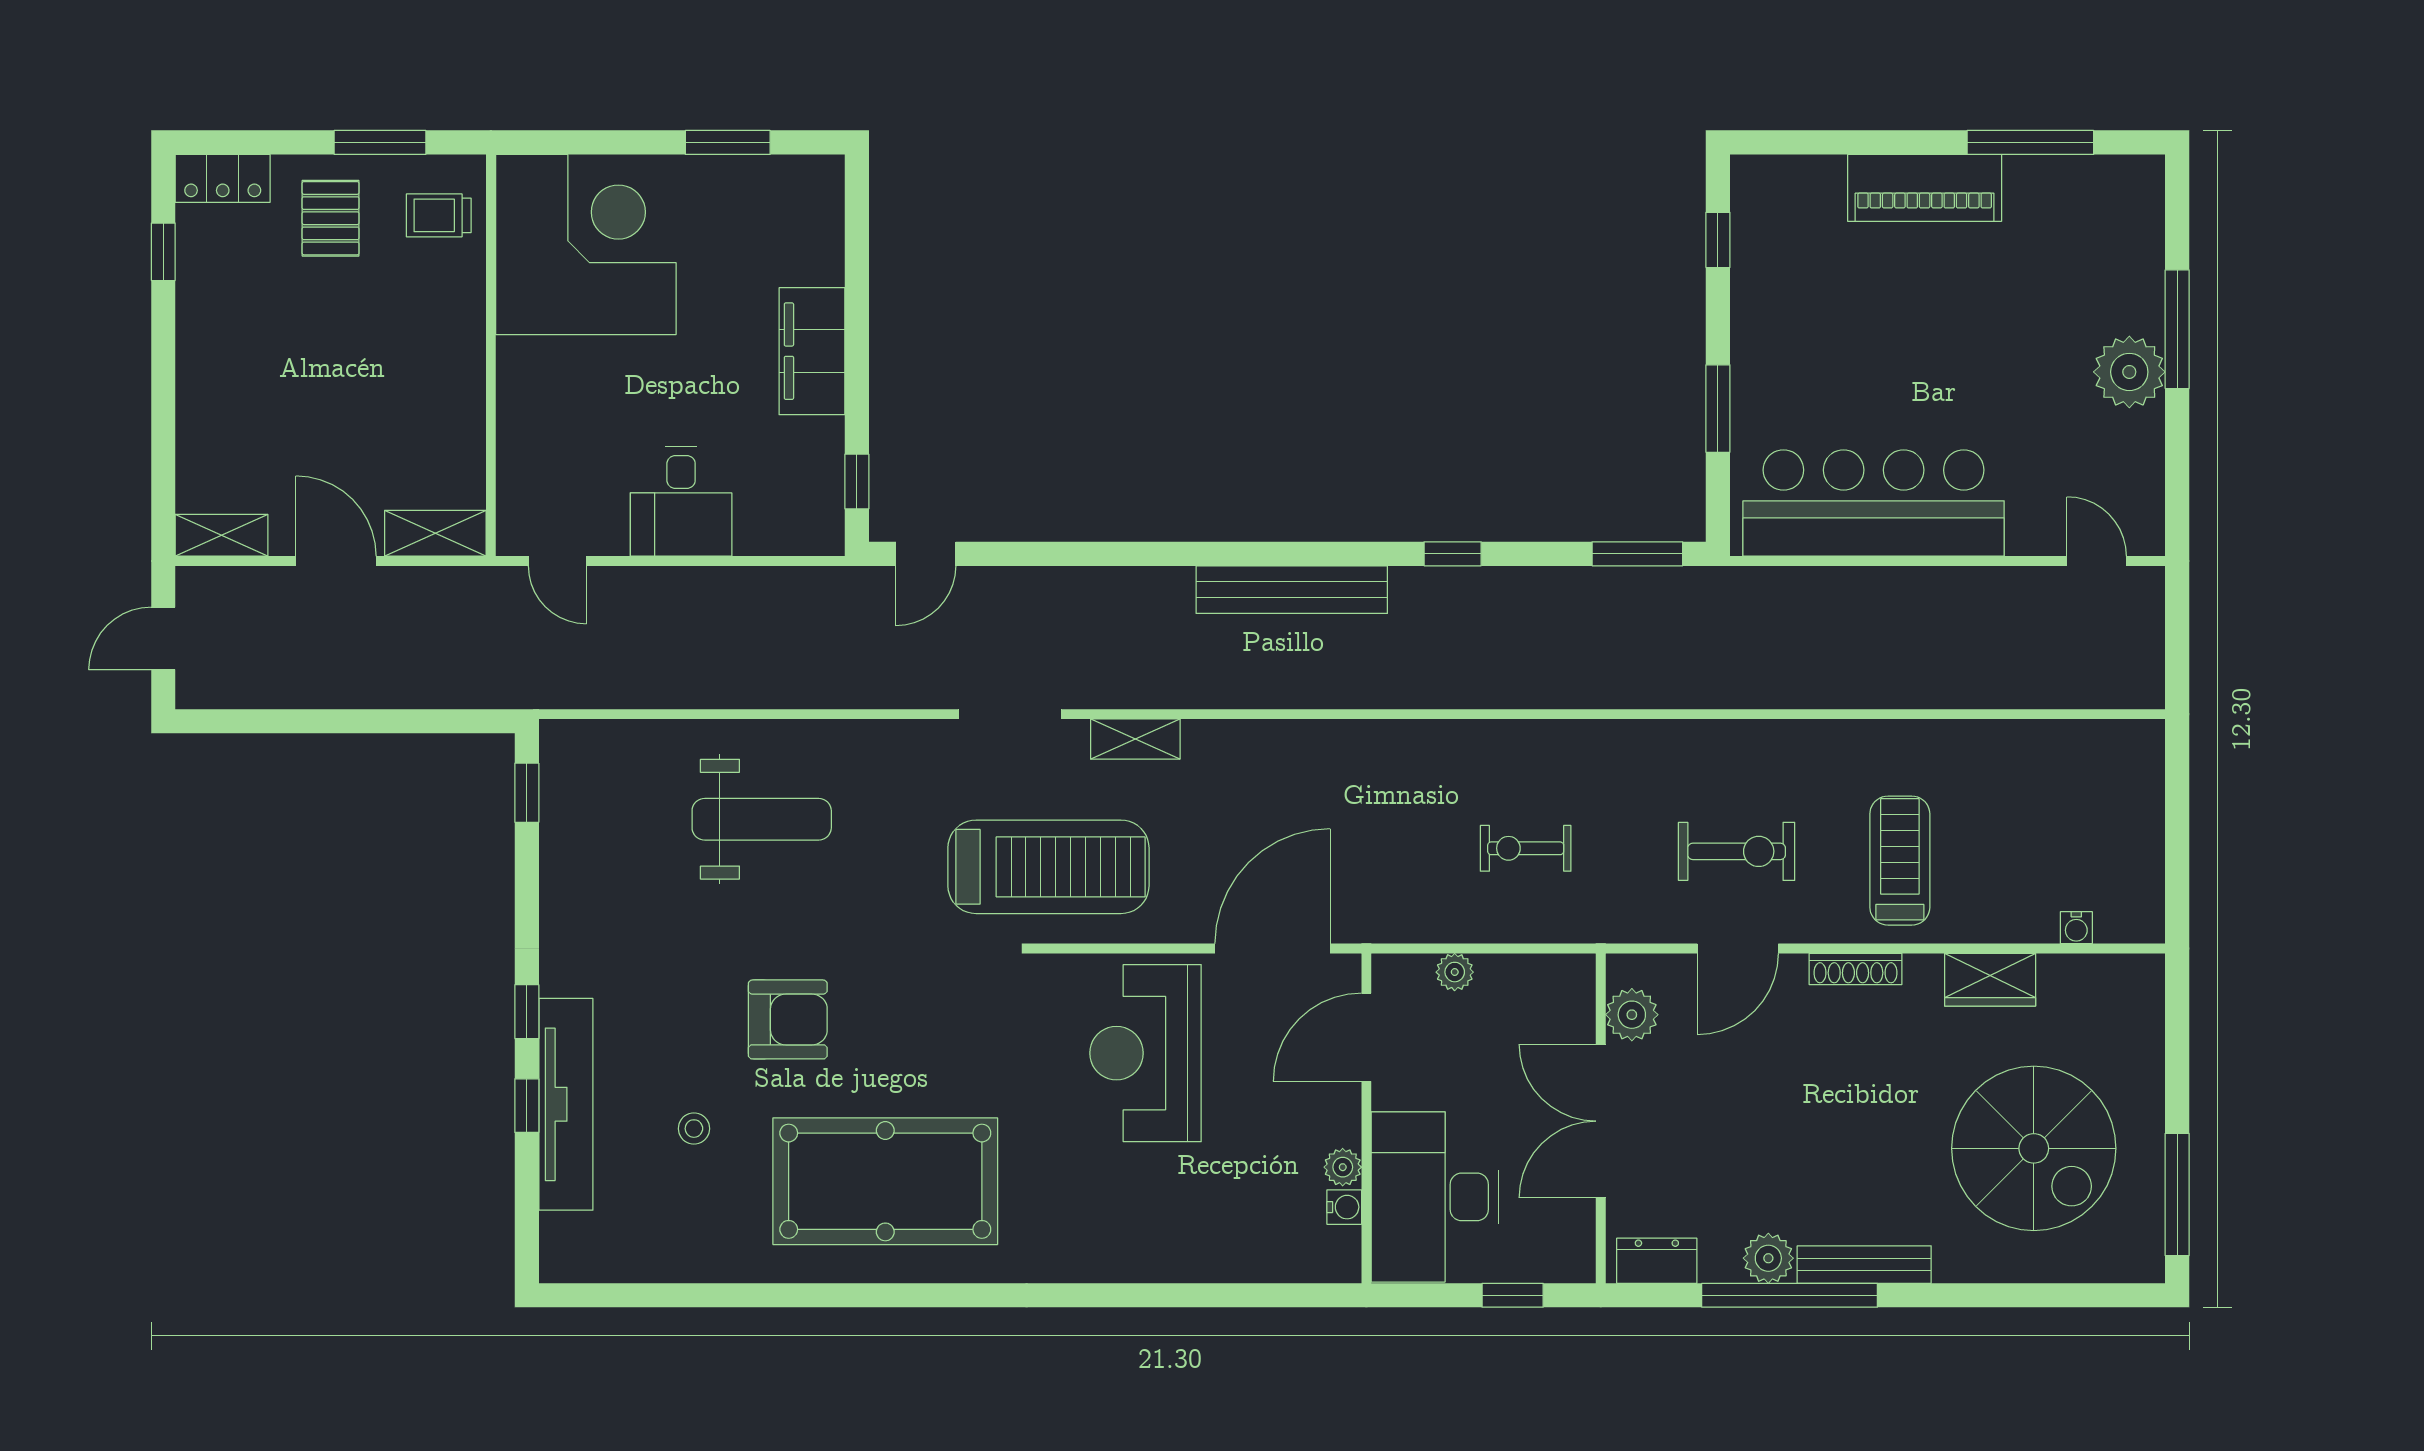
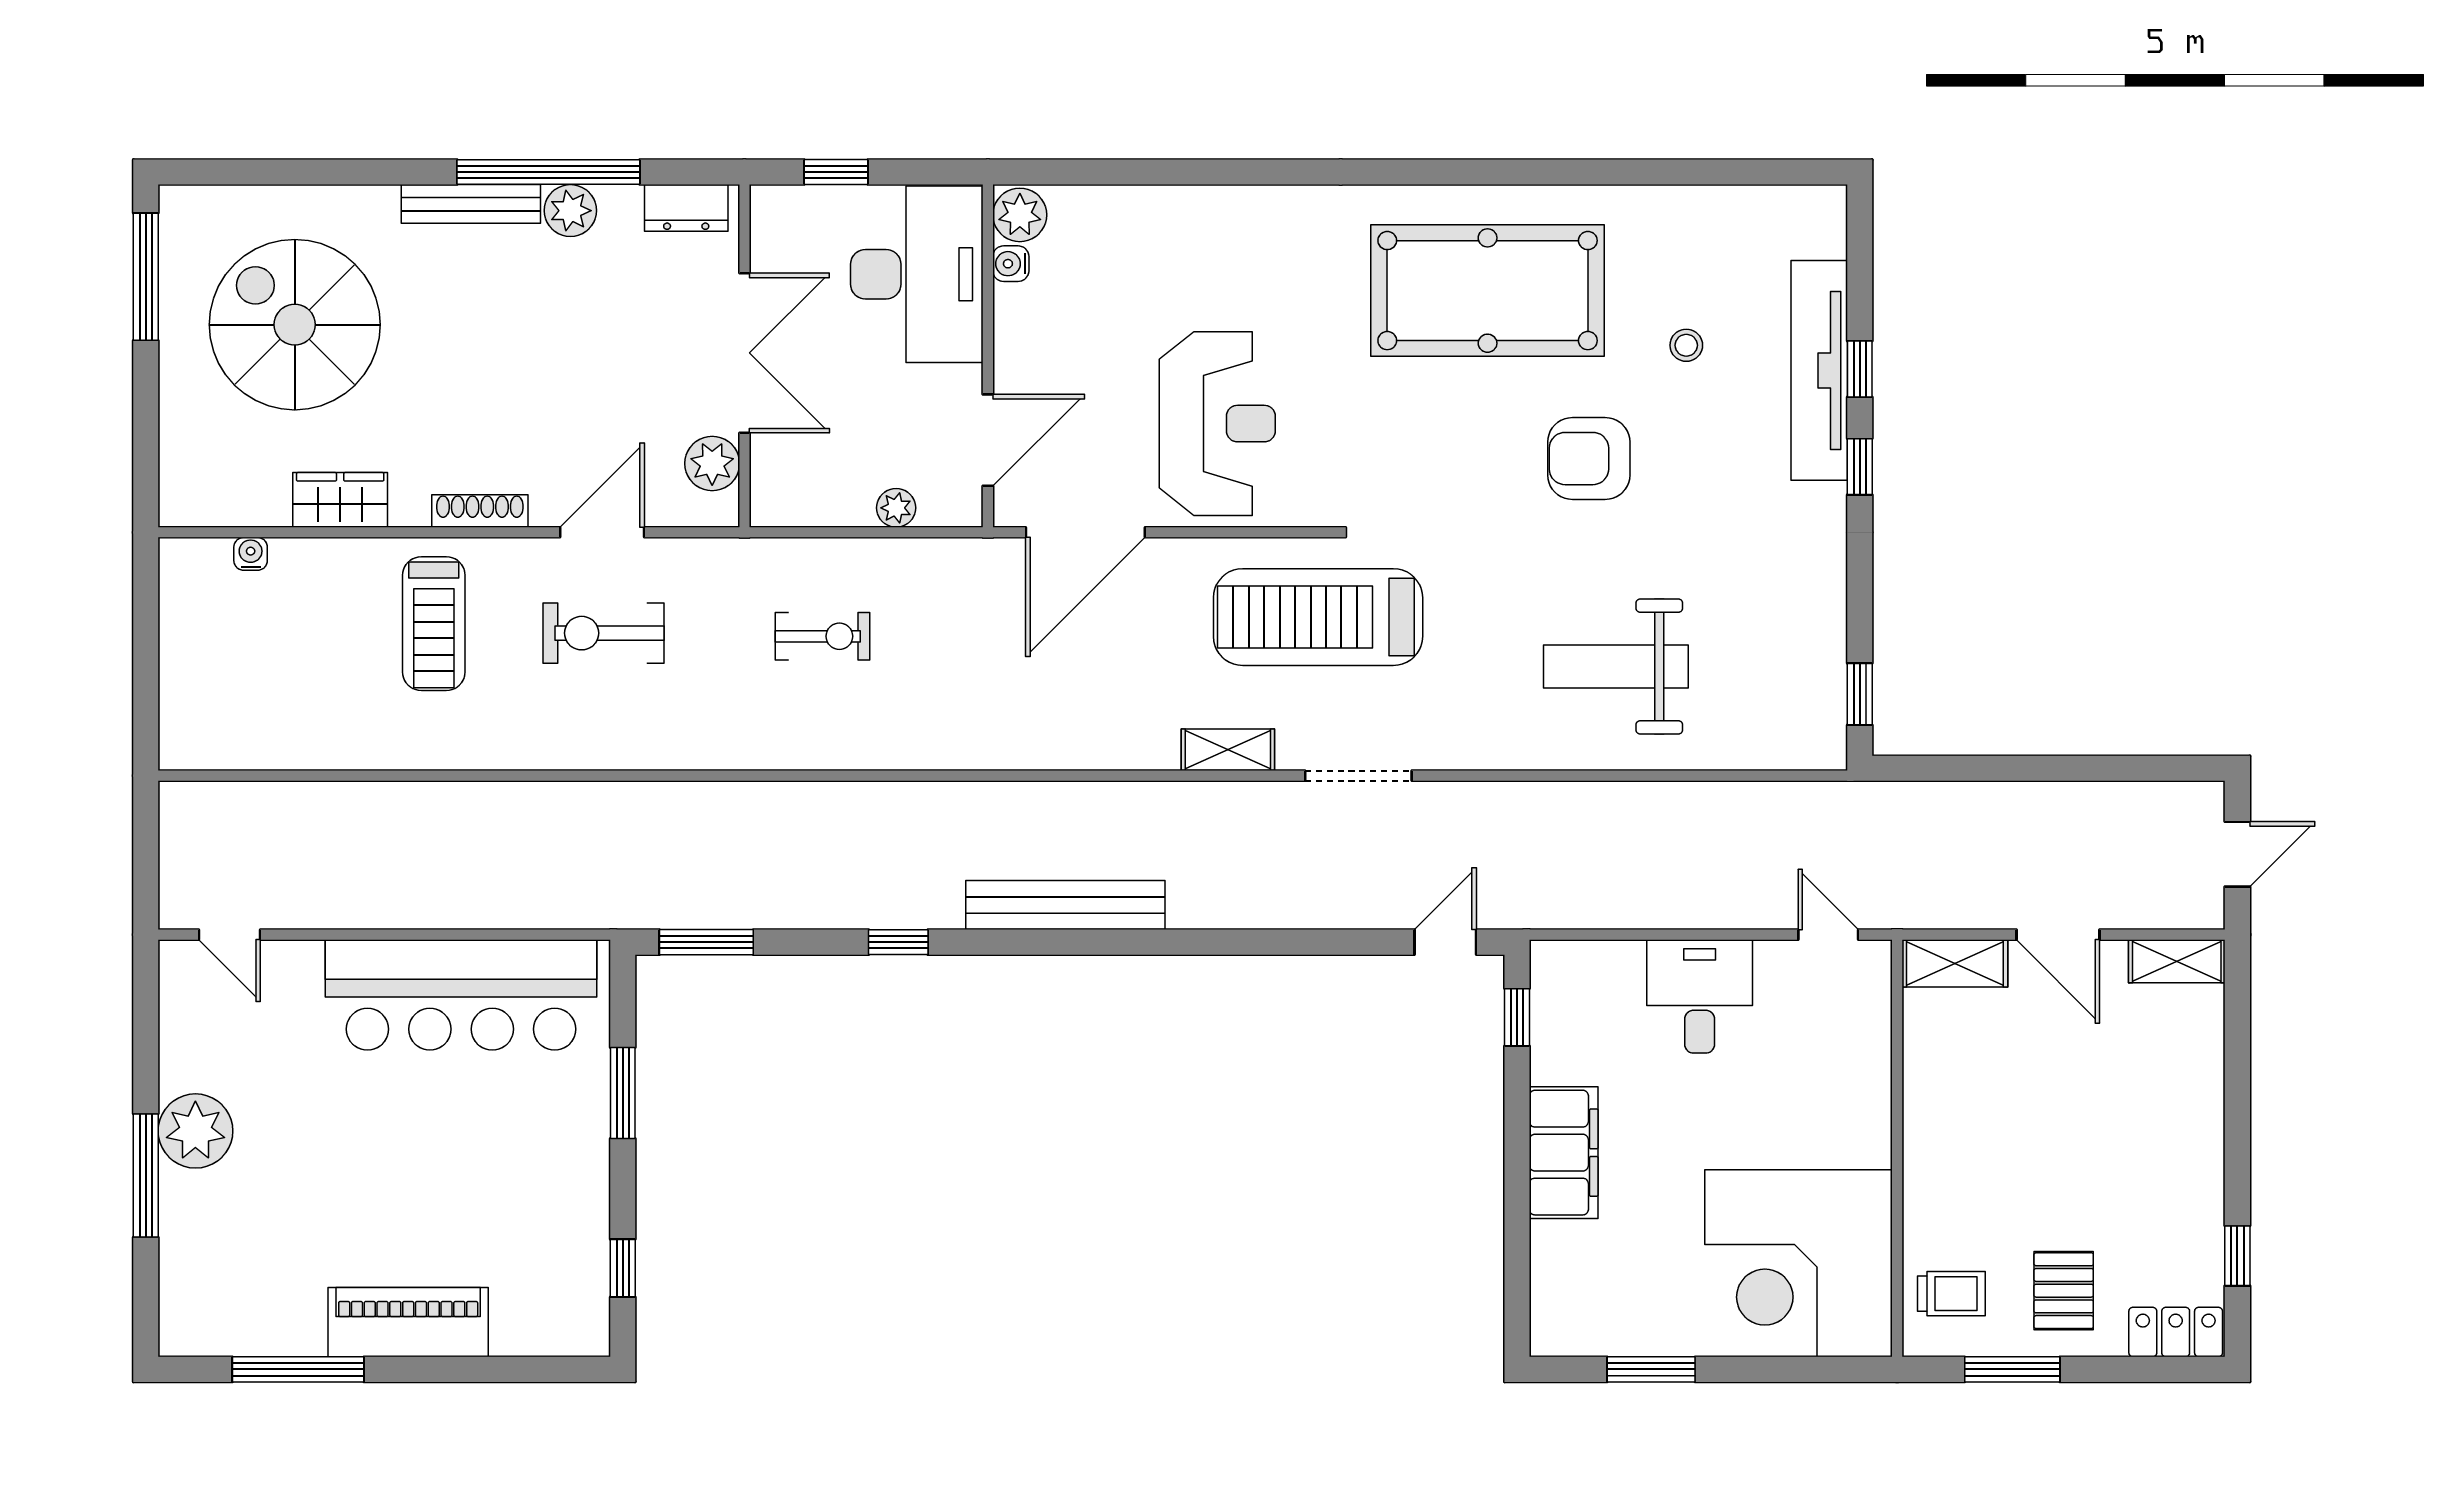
plant: (1343, 1167) -> (1020, 215), moved, width x1.38, depth x1.38

